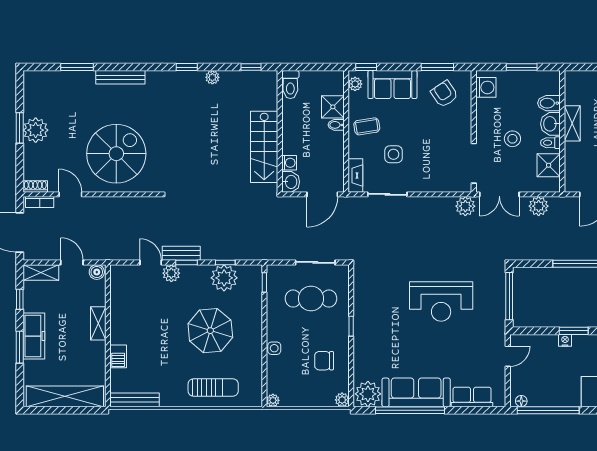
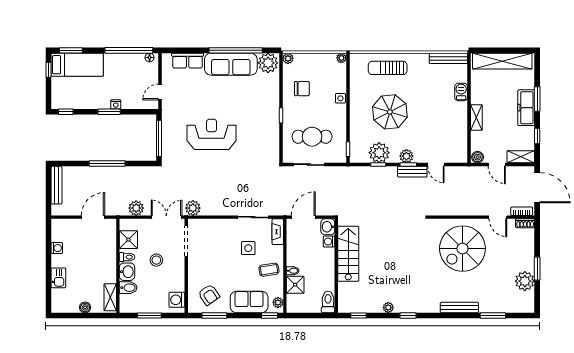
shelving: (572, 123) -> (110, 297), moved
plant: (36, 130) -> (525, 281), moved
plant: (171, 273) -> (406, 156), moved

